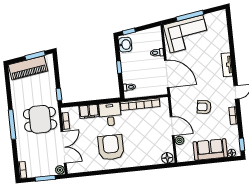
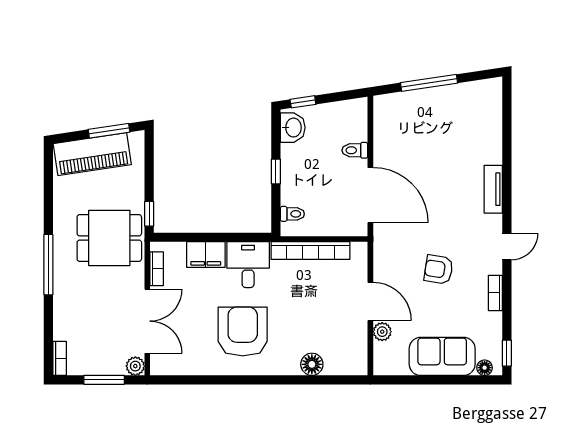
corner sofa: (187, 34) -> (419, 119), removed
dining table: (40, 119) -> (109, 238), moved
floor lamp: (167, 158) -> (312, 364), moved

